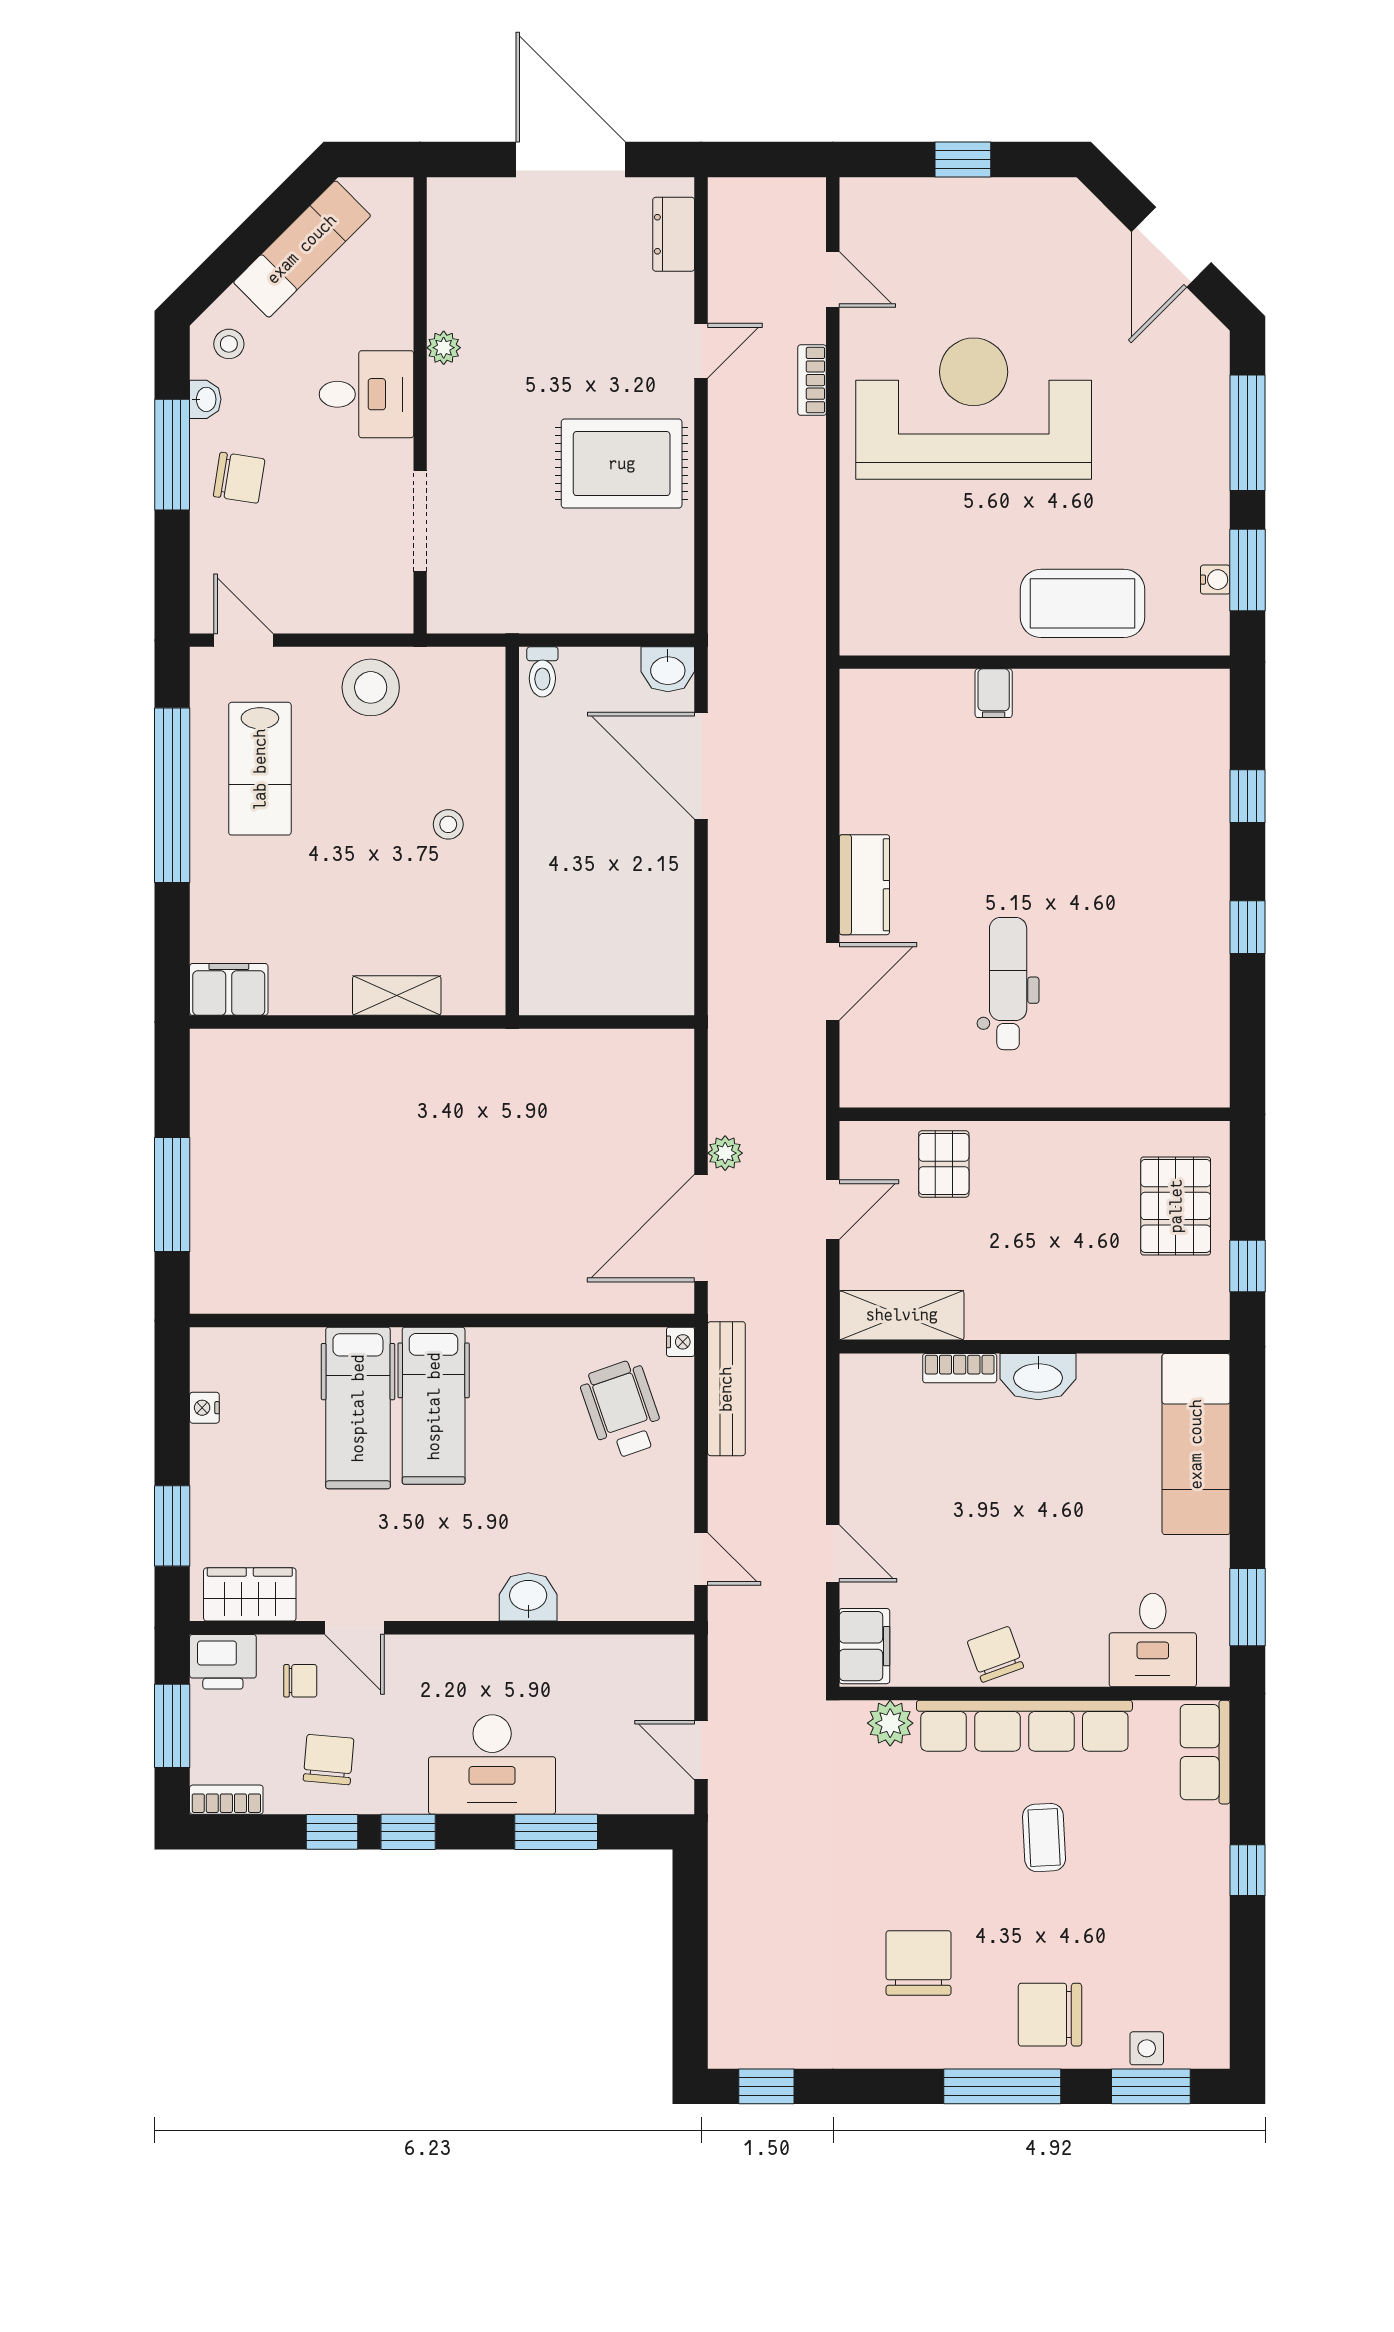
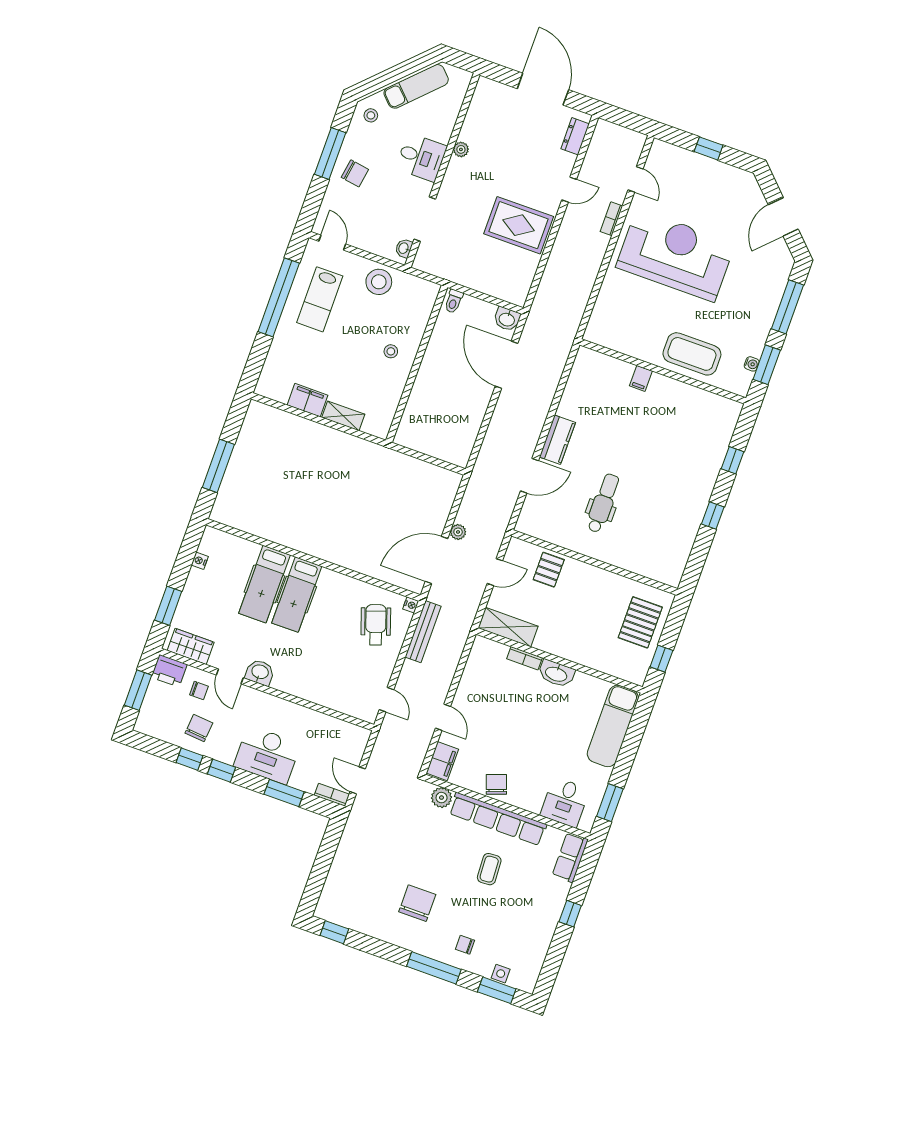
washbasin: (205, 399) -> (404, 248), moved, turned 180
filing cabinet: (229, 989) -> (308, 400), moved
washbasin: (528, 1597) -> (260, 672), moved
bookcase: (226, 1800) -> (332, 795), moved
chair: (1050, 2015) -> (465, 945), width x0.54, depth x0.54

